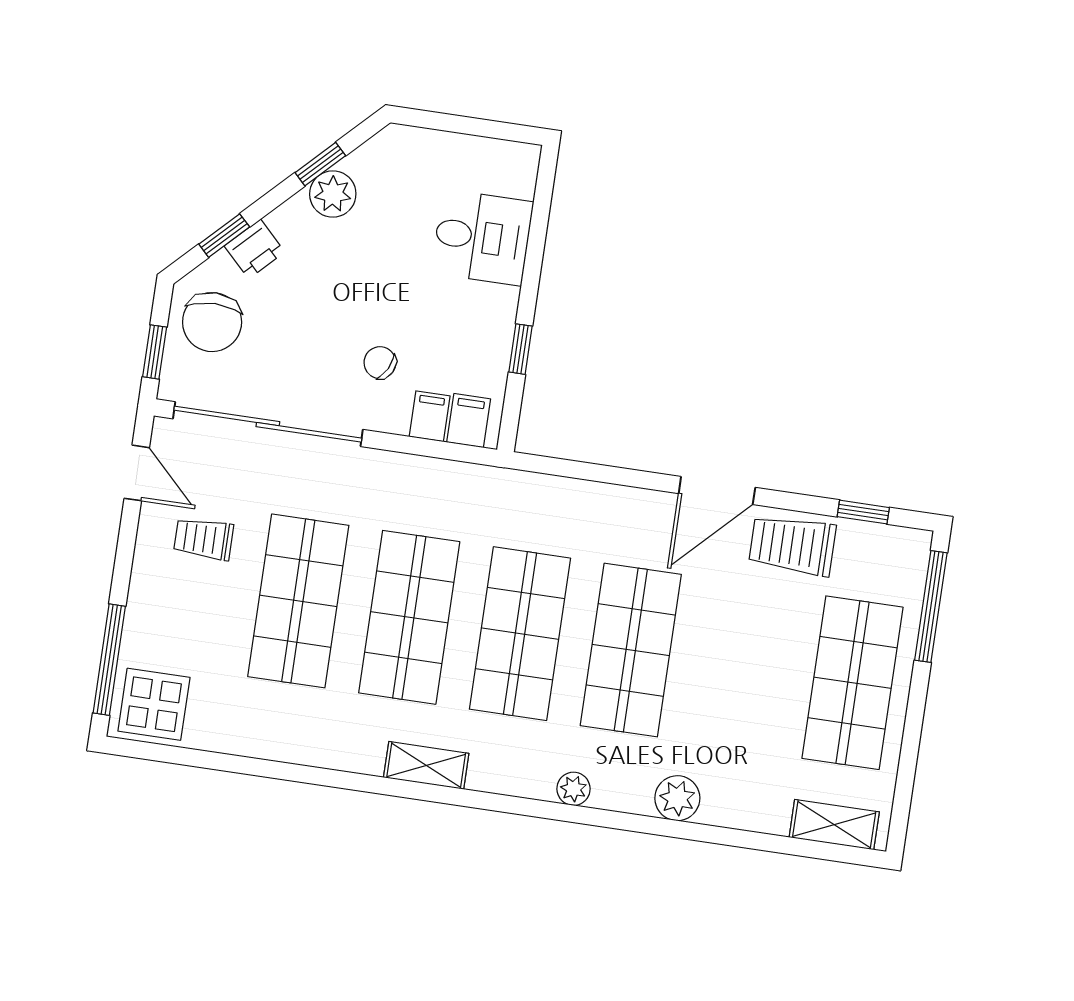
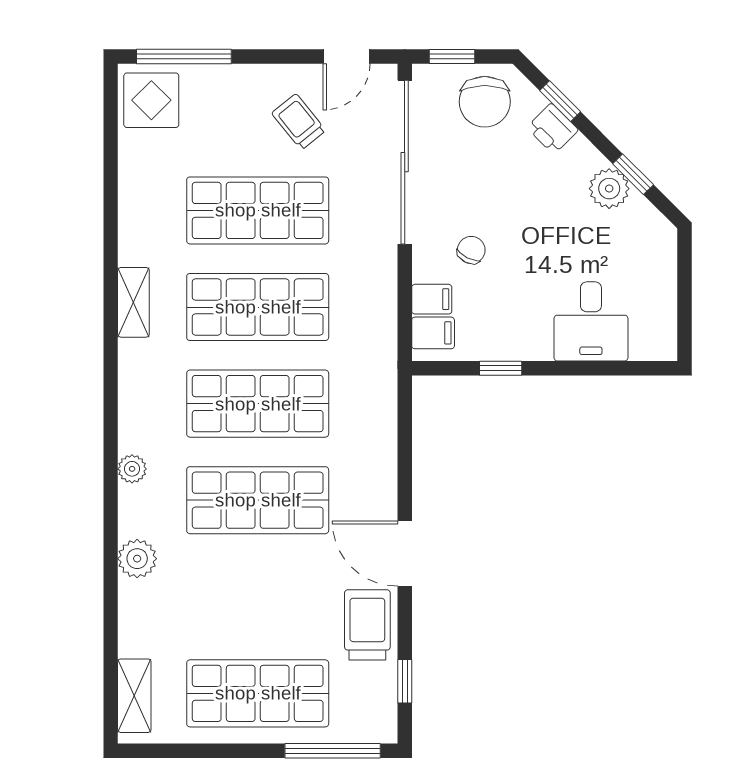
chair: (212, 322) -> (485, 102), turned -90
trolley: (204, 539) -> (299, 122), turned -39
shelving: (426, 765) -> (133, 302), moved

